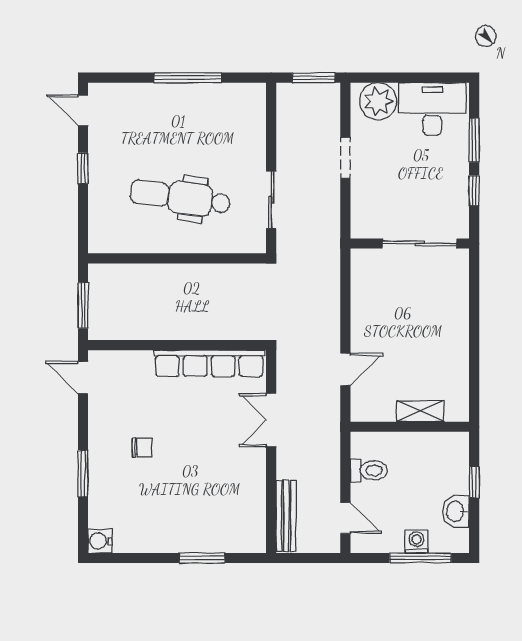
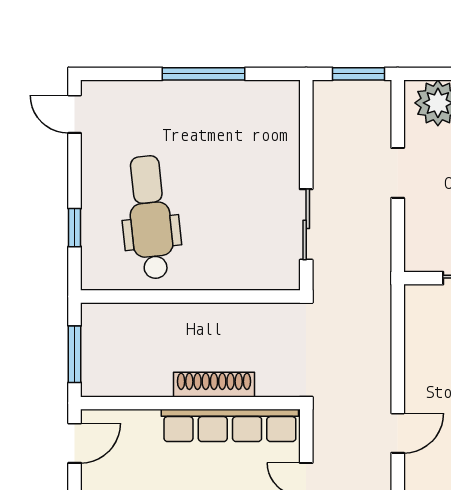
window: (83, 168) -> (75, 228), moved
dental chair: (180, 197) -> (150, 217), moved, turned 76
shoe rack: (196, 330) -> (214, 385), added
door: (83, 378) -> (75, 443), swing flipped

